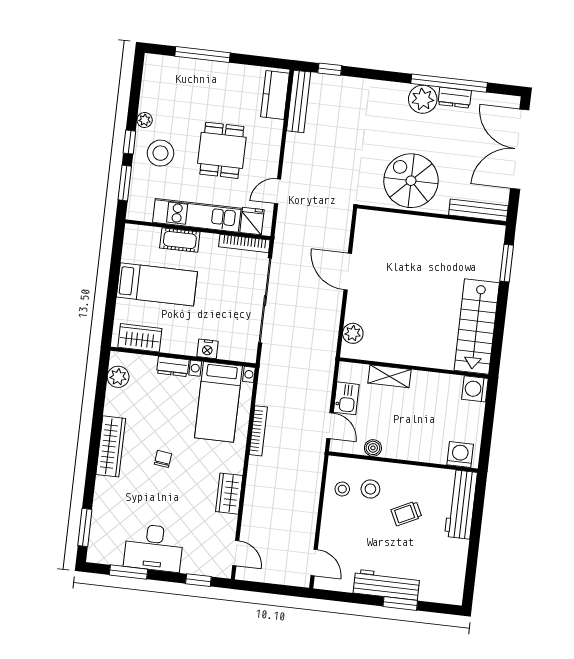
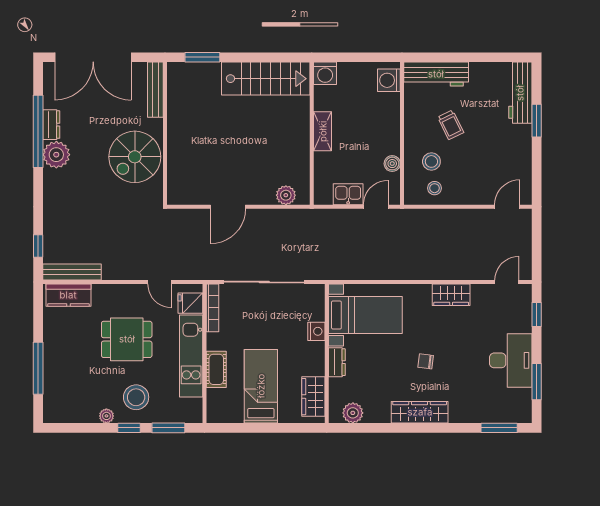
shelving: (389, 376) -> (323, 131), moved
bookcase: (258, 431) -> (389, 274), removed
workbench: (387, 585) -> (520, 93), moved

